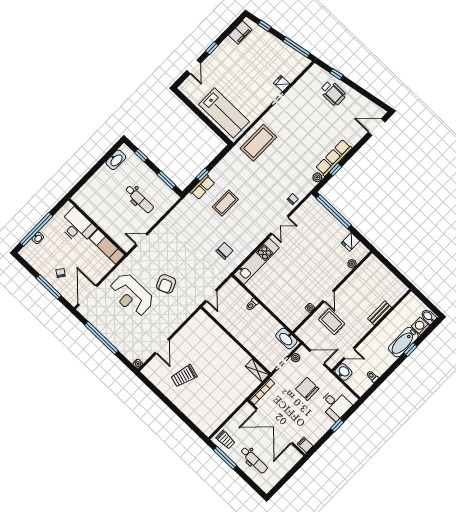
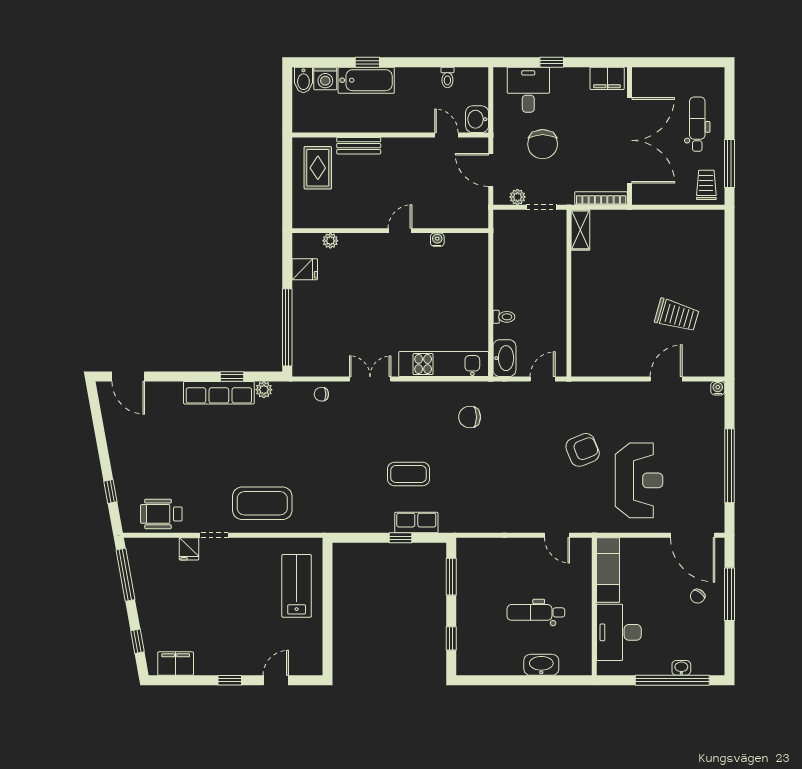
wheelchair: (333, 93) -> (161, 514), moved, turned -90
lab bench: (224, 113) -> (297, 586), width x0.73, depth x0.72
coffee table: (258, 143) -> (262, 503), moved
washbasin: (116, 160) -> (541, 665), moved
dental chair: (139, 199) -> (536, 612), moved, turned -90
door: (88, 295) -> (693, 535), hinge flipped
rug: (332, 322) -> (318, 168), moved
washbasin: (286, 338) -> (504, 358), moved
filing cabinet: (305, 445) -> (607, 78), width x2.00

